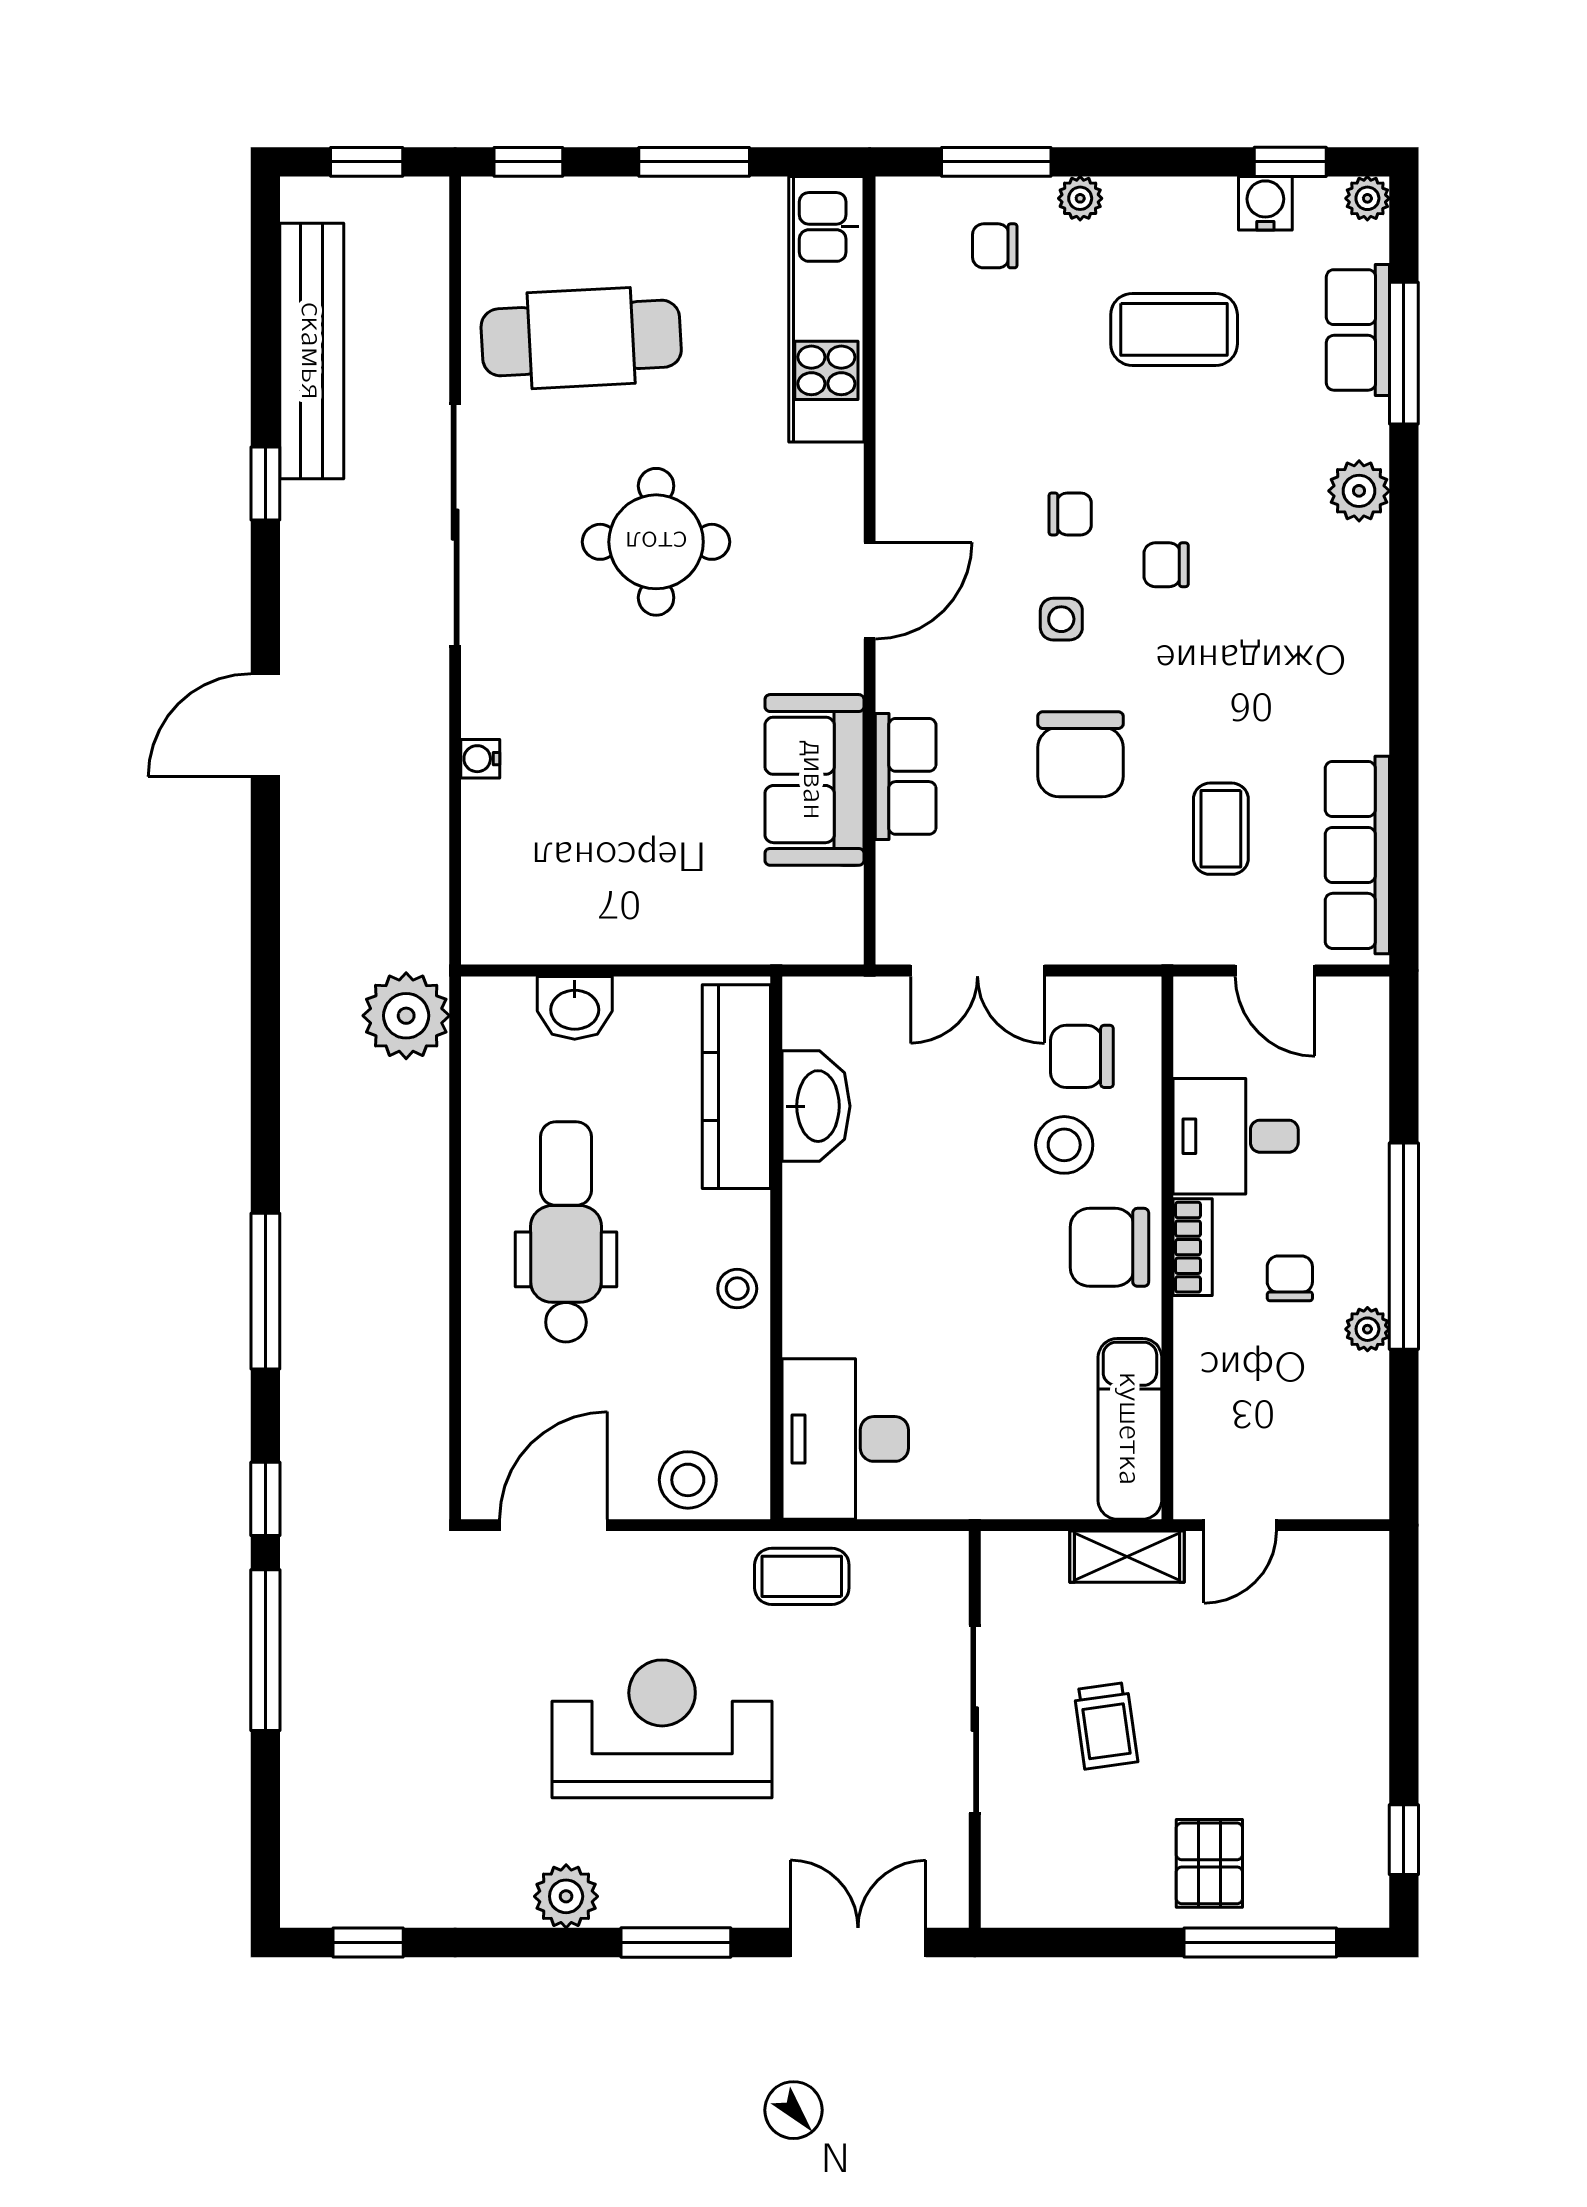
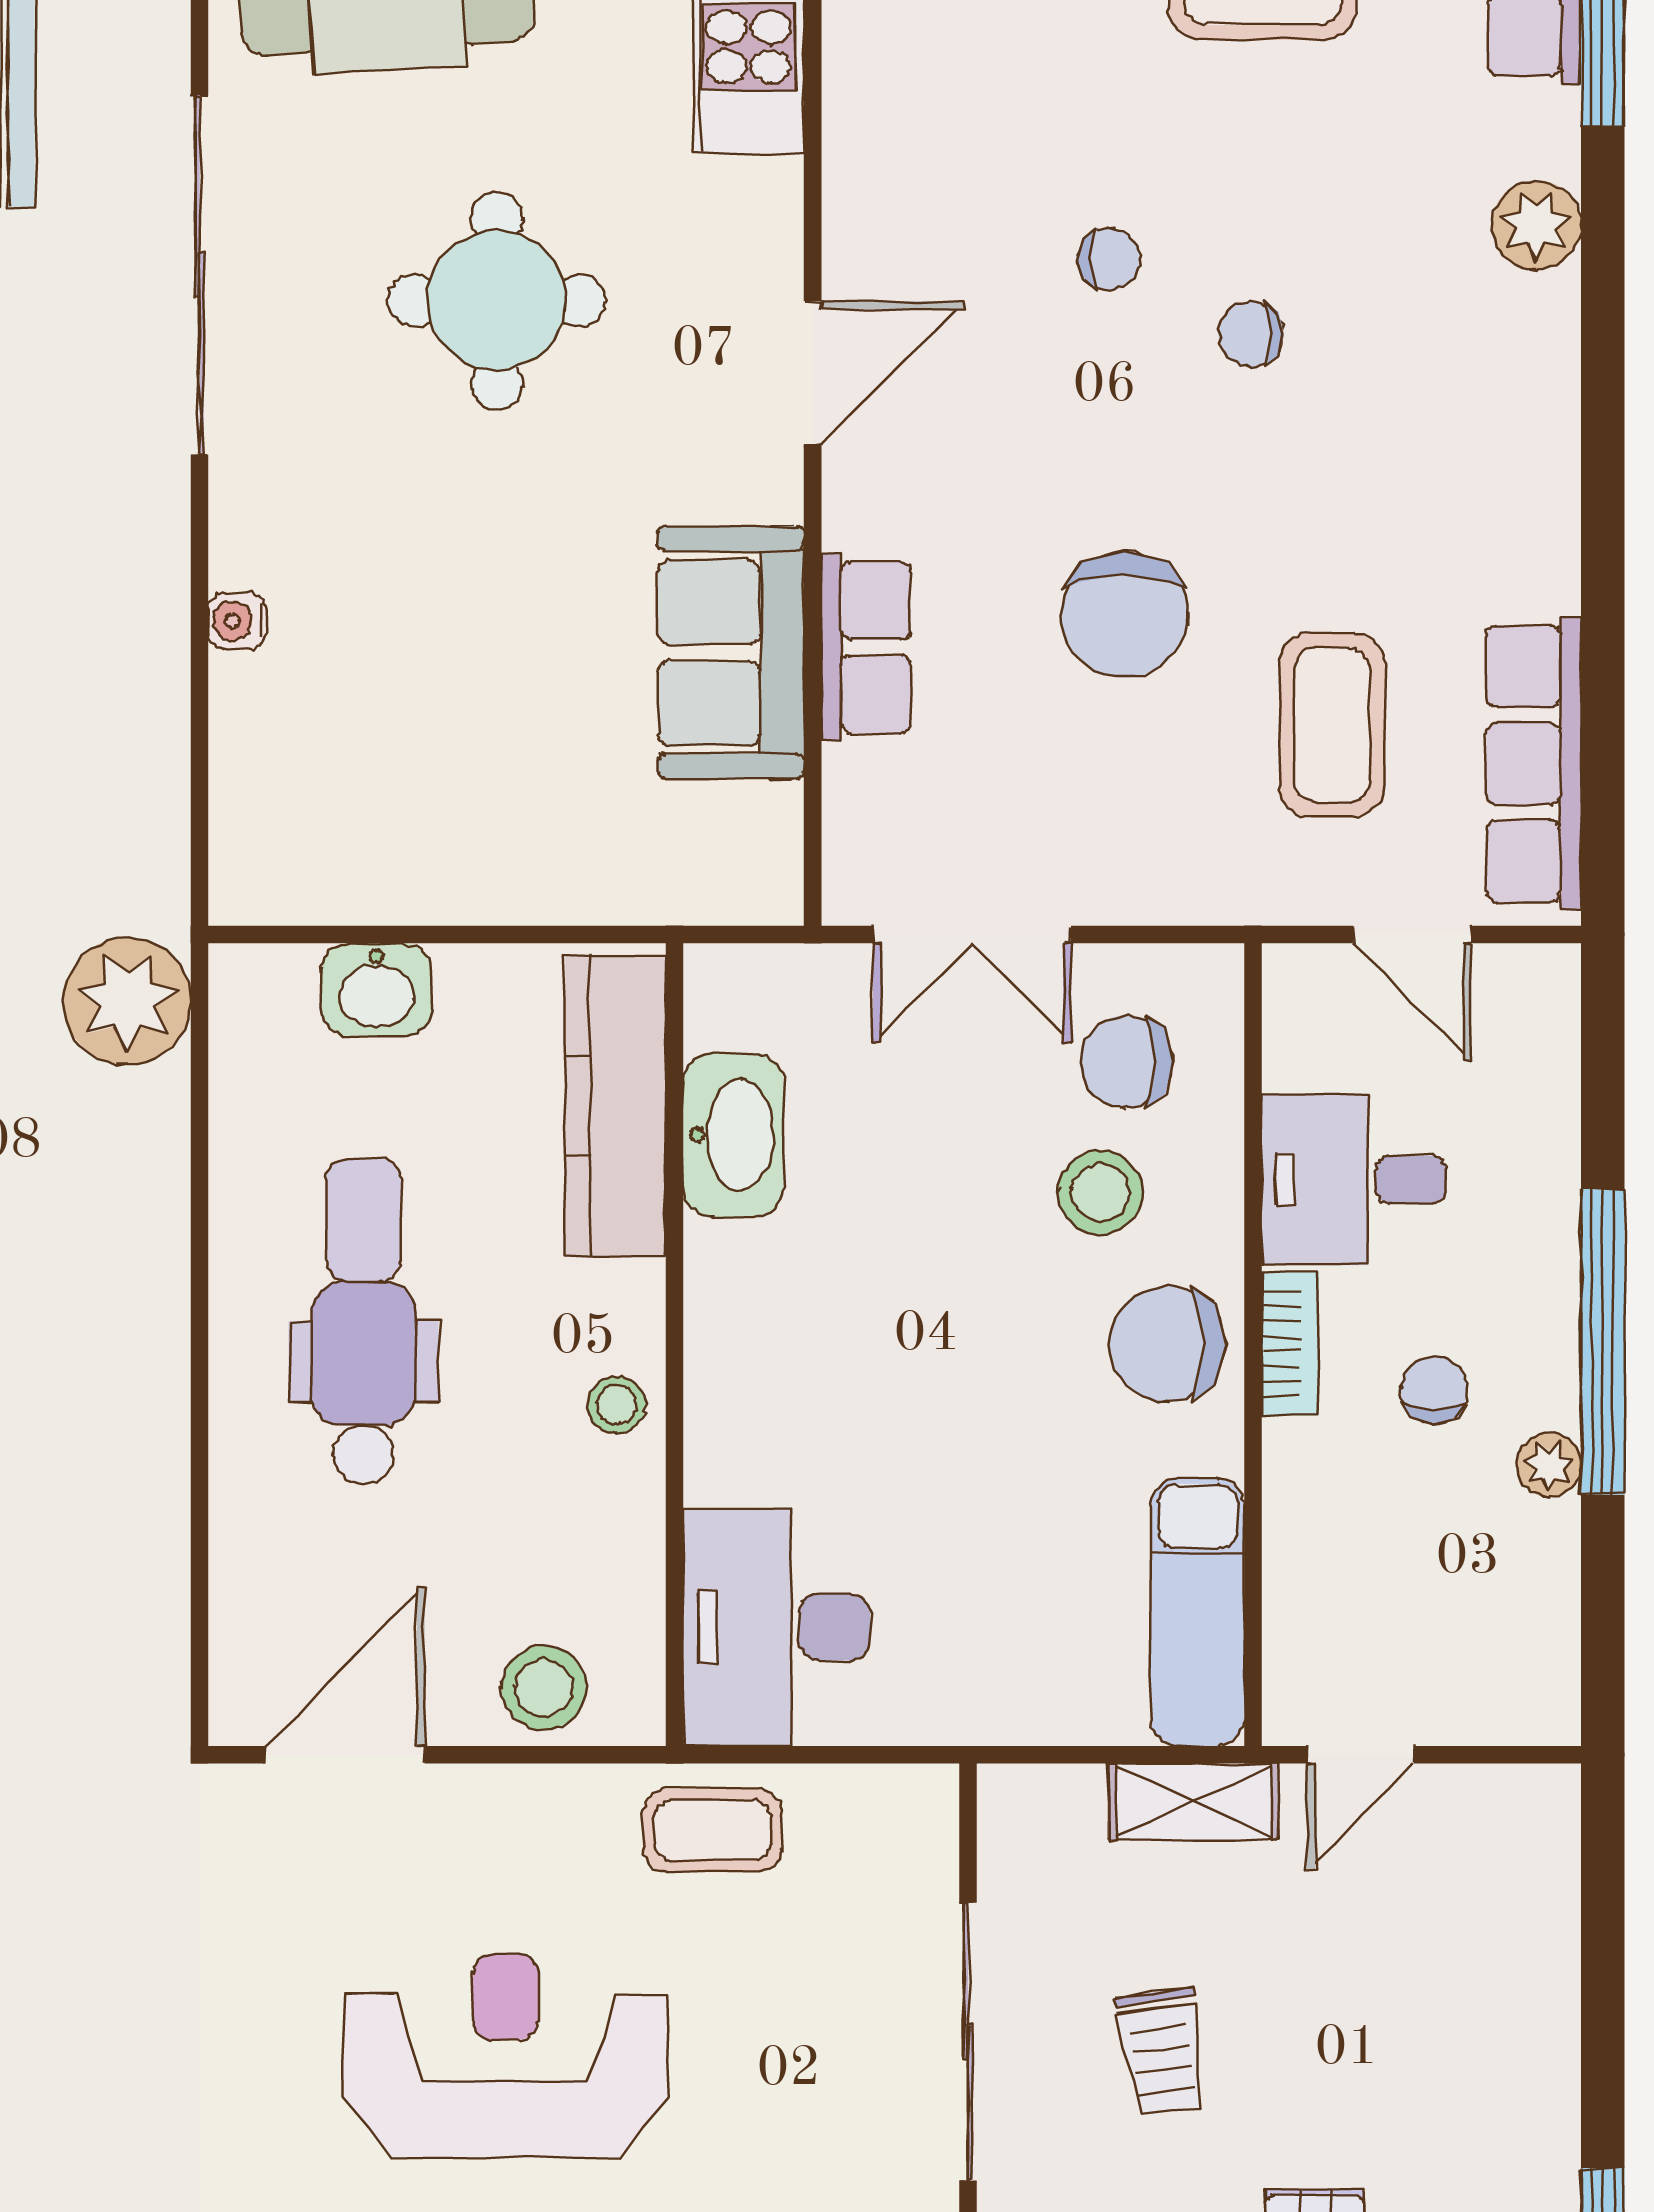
side table: (1061, 619) -> (1096, 415), removed
coffee table: (1221, 829) -> (1332, 725), width x1.36, depth x1.30

